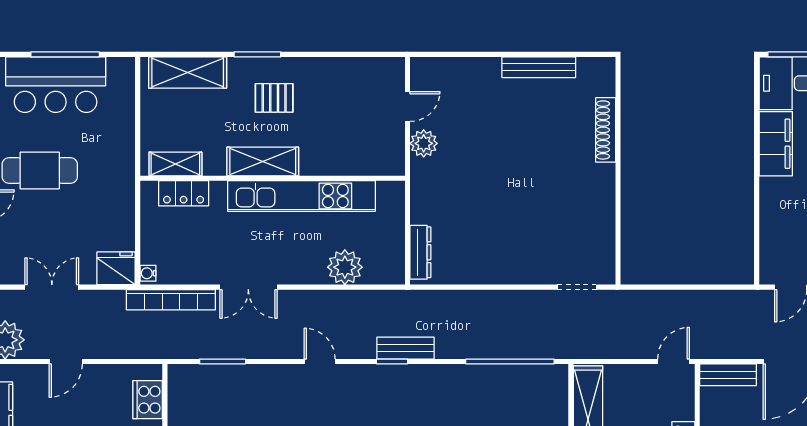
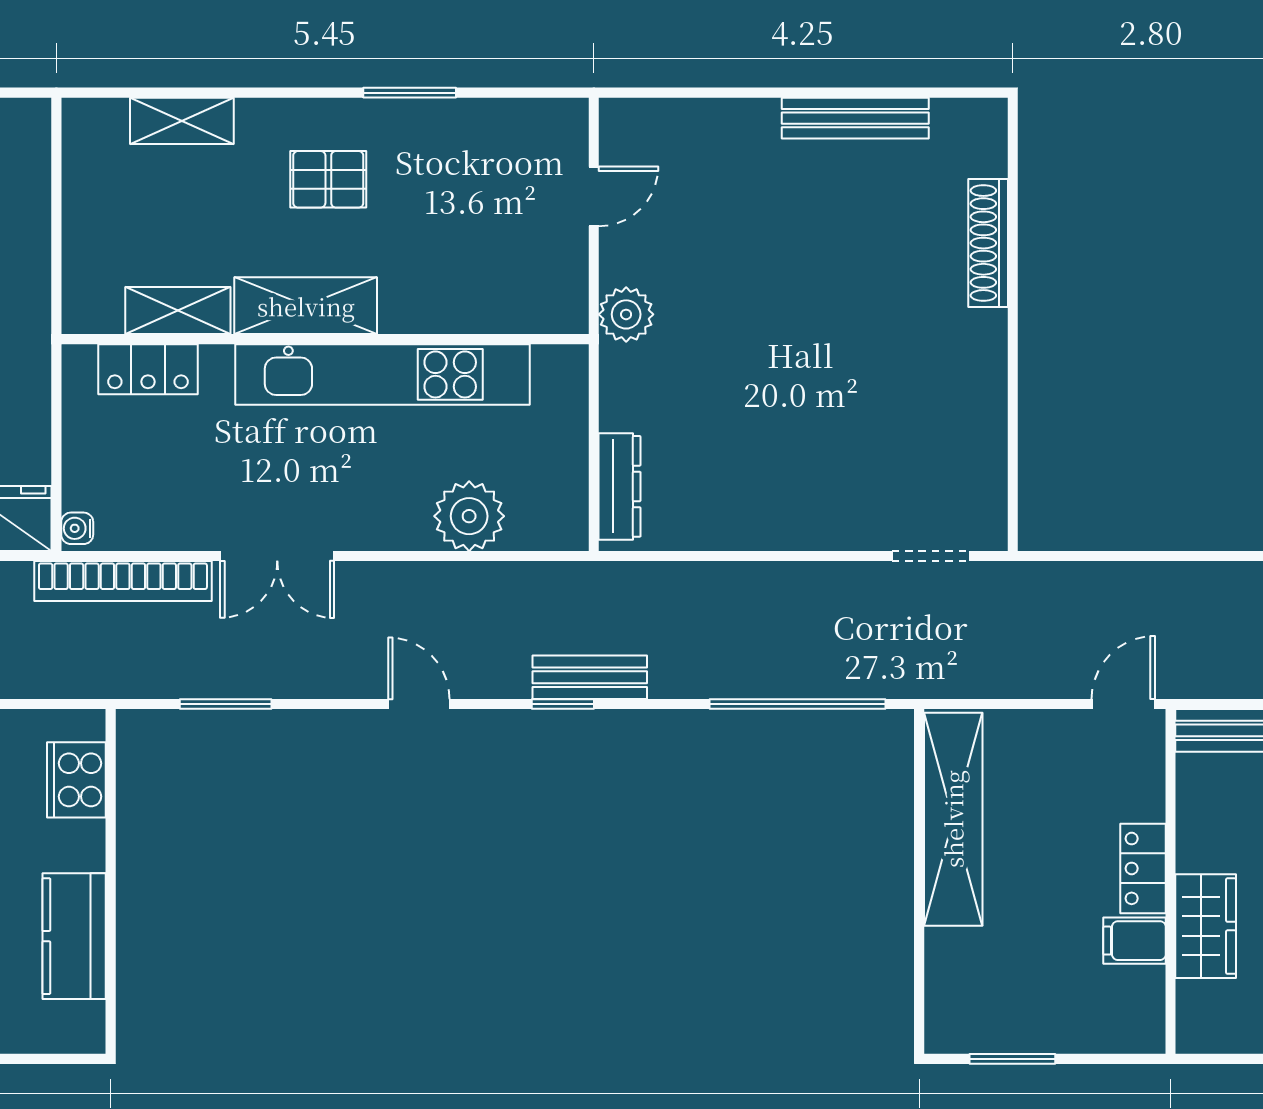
window: (257, 54) -> (410, 93), moved
shelving: (188, 72) -> (182, 121), width x0.67, depth x0.75
plant: (424, 143) -> (626, 314), moved
shelving: (175, 164) -> (178, 311), moved

